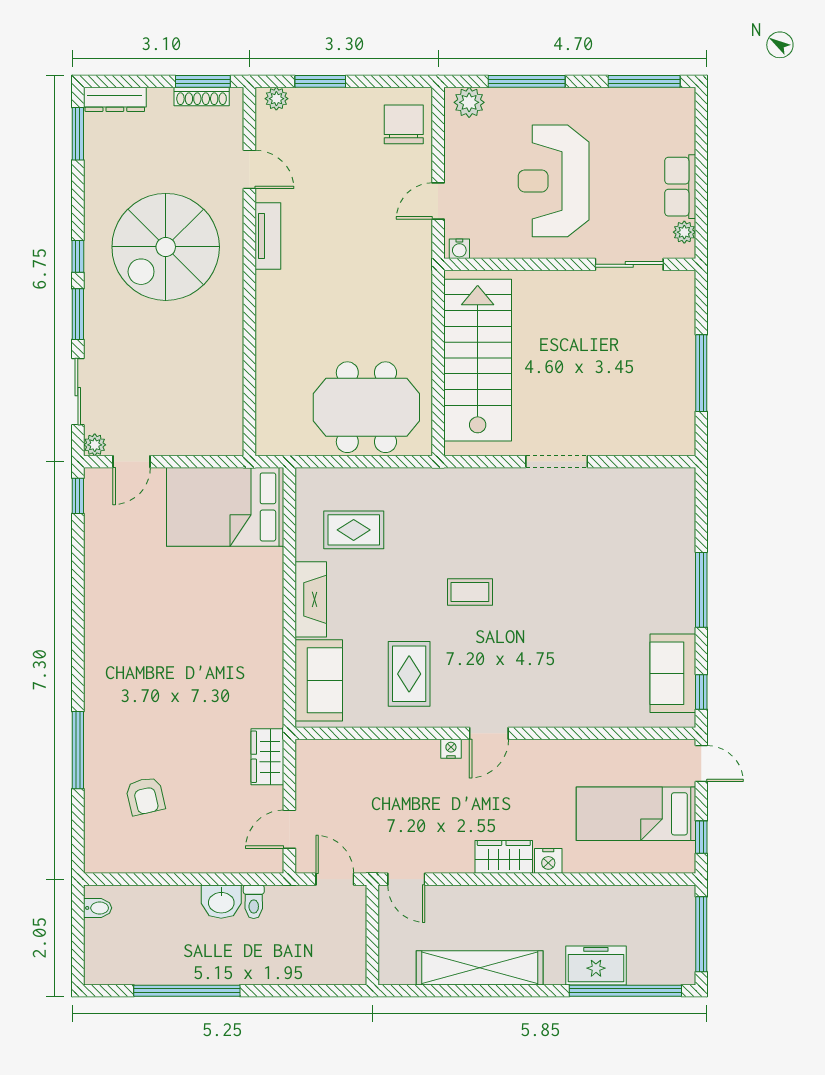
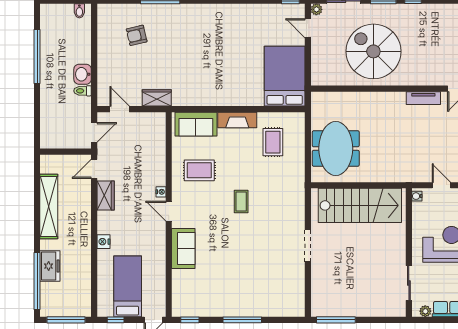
spiral stairs: (166, 247) -> (373, 51), moved
window: (701, 373) -> (336, 320), moved
sofa: (673, 673) -> (183, 249), moved, turned 90
wardrobe: (504, 857) -> (106, 195), moved

